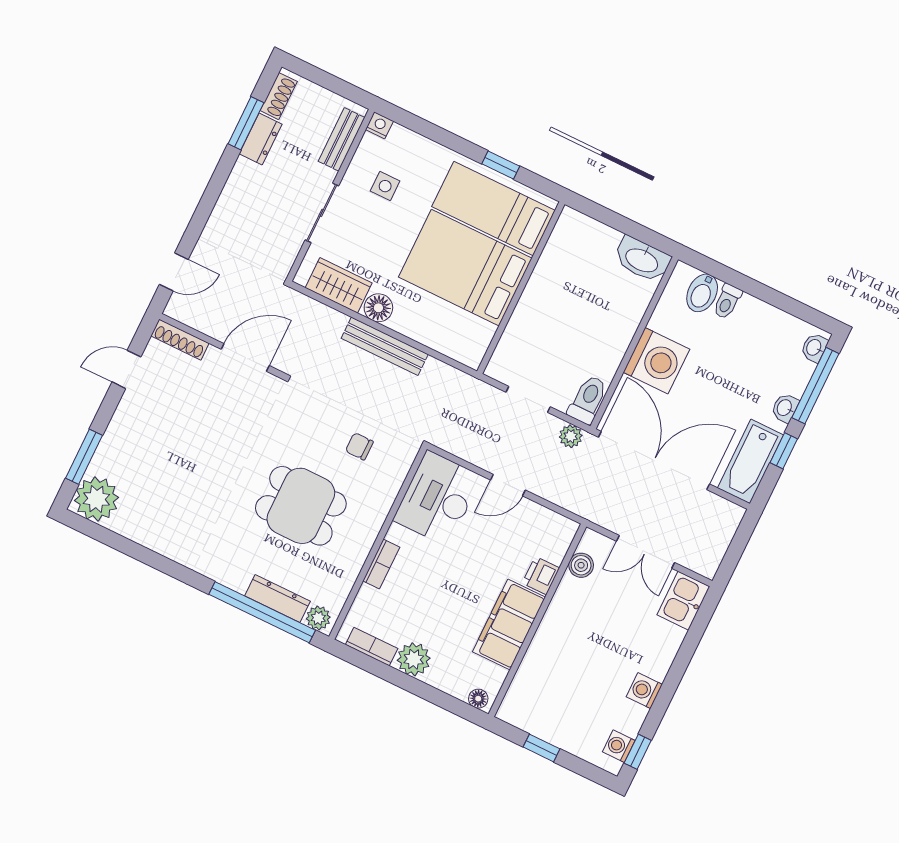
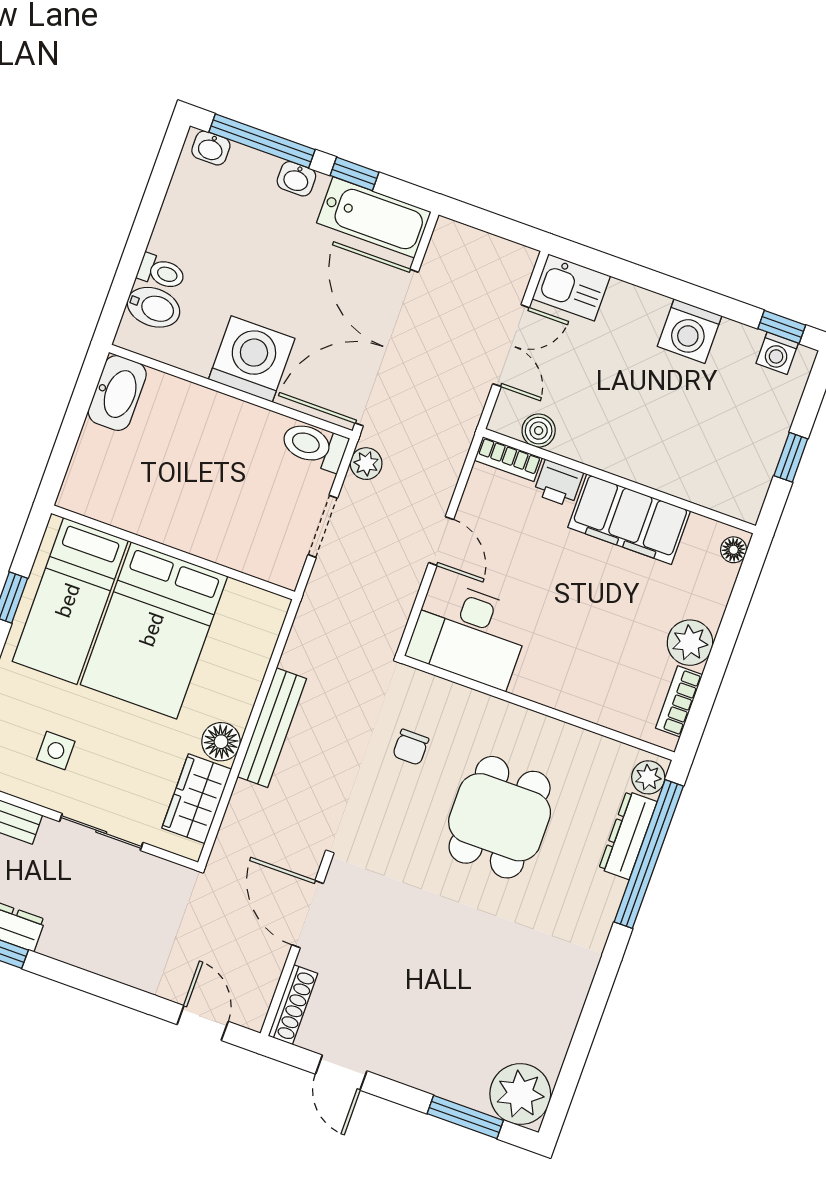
bookcase: (381, 564) -> (508, 459), moved, turned 180
washing machine: (644, 691) -> (690, 331), width x1.38, depth x1.38

